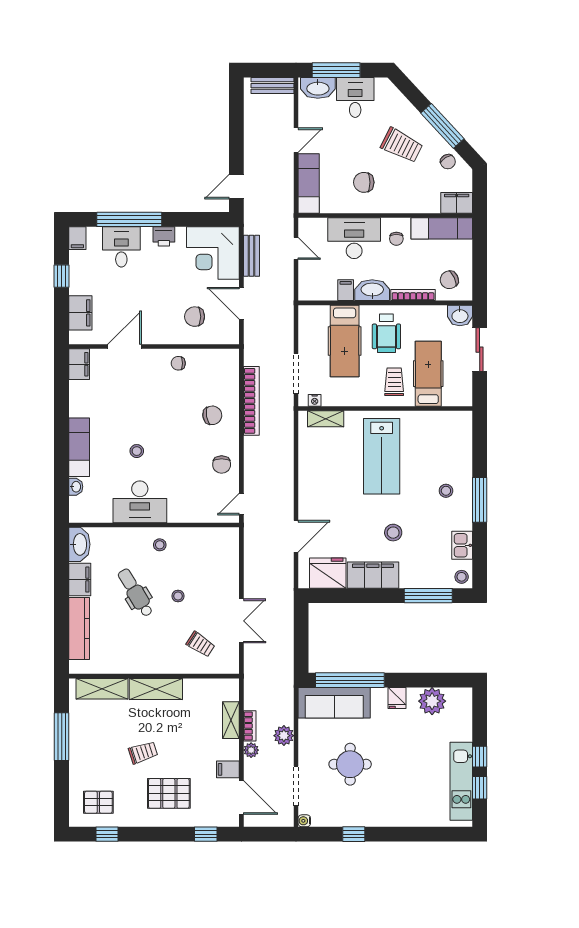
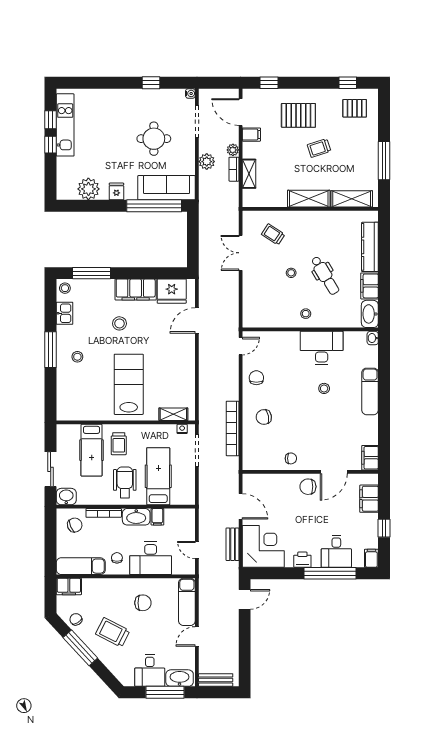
chair: (195, 317) -> (308, 487), moved, turned 180
washbasin: (76, 487) -> (373, 338), moved

